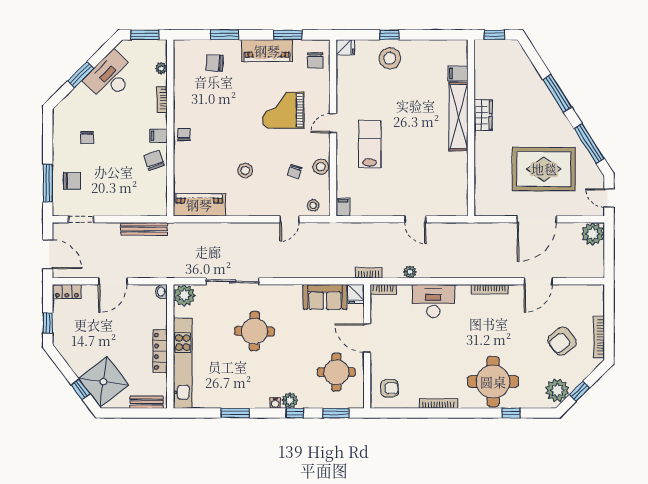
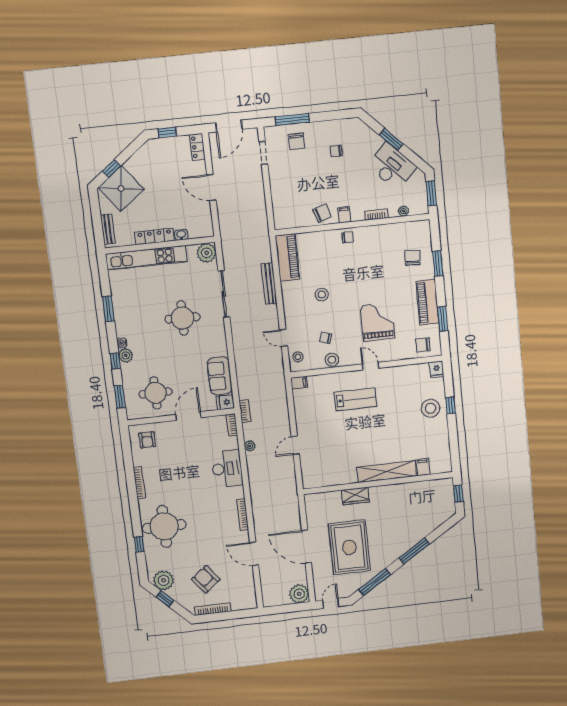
wardrobe: (483, 115) -> (355, 496), moved
bench: (144, 229) -> (269, 284), moved
washbasin: (161, 292) -> (181, 235), moved

